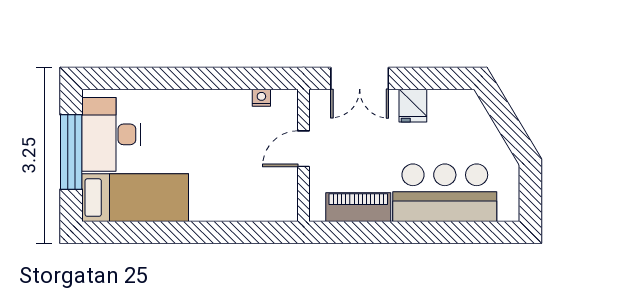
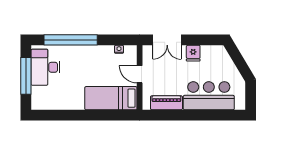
window: (163, 78) -> (71, 40), added
door: (303, 149) -> (140, 74), hinge flipped
bed: (135, 198) -> (111, 98), moved, turned 180

